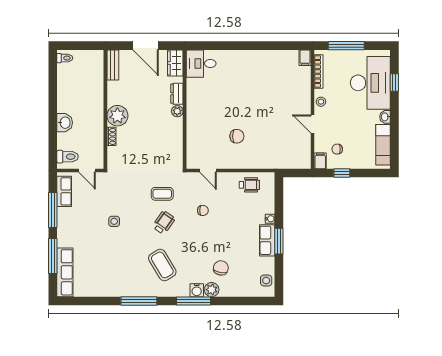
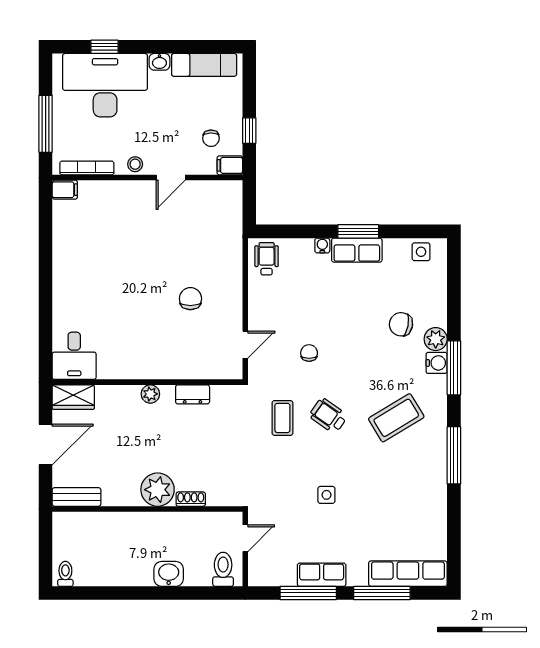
dresser: (177, 94) -> (193, 394), moved
wheelchair: (249, 185) -> (267, 259), moved
row of seats: (64, 191) -> (322, 575), moved

